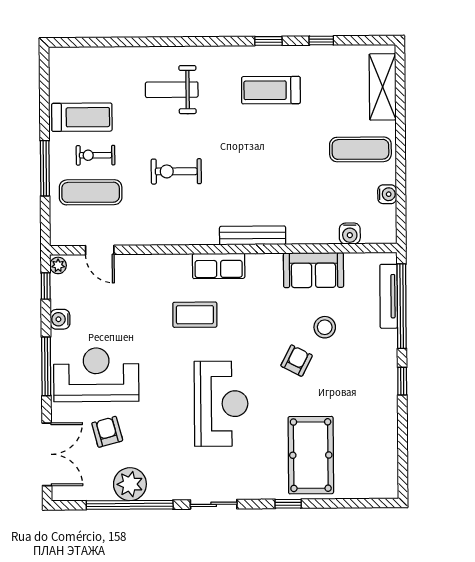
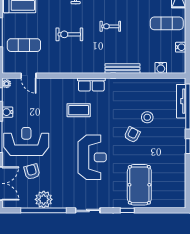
exercise bike: (96, 155) -> (110, 26), moved
bench: (253, 235) -> (123, 68), moved
sofa: (313, 270) -> (141, 87), removed

